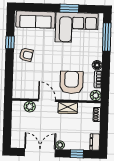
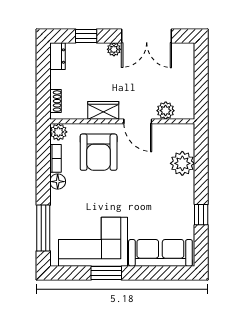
armchair: (26, 55) -> (174, 195), removed
plant: (20, 74) -> (182, 163), added

